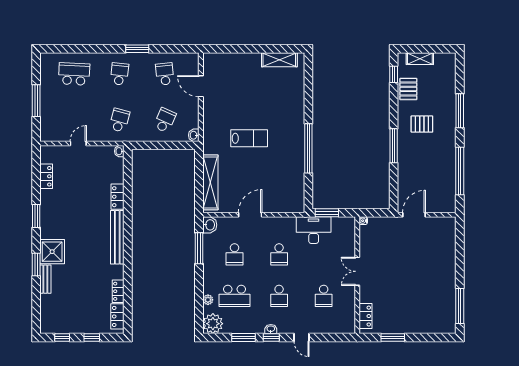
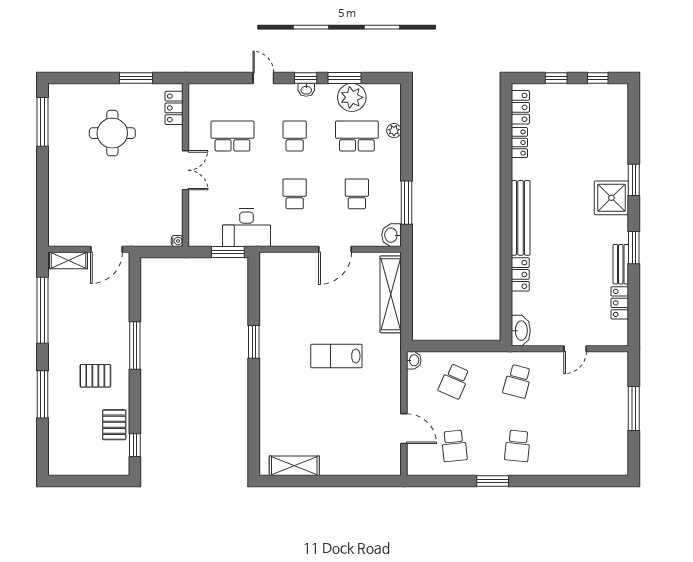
shelving: (420, 59) -> (68, 260), moved
school desk: (74, 74) -> (581, 446), removed
window: (308, 148) -> (254, 342), width x0.47
washbasin: (119, 151) -> (521, 331), width x1.91, depth x1.45
bench: (45, 279) -> (621, 264), moved
school desk: (324, 296) -> (232, 136), width x1.85
round table: (410, 298) -> (112, 133), added
plant: (213, 324) -> (352, 97), moved

